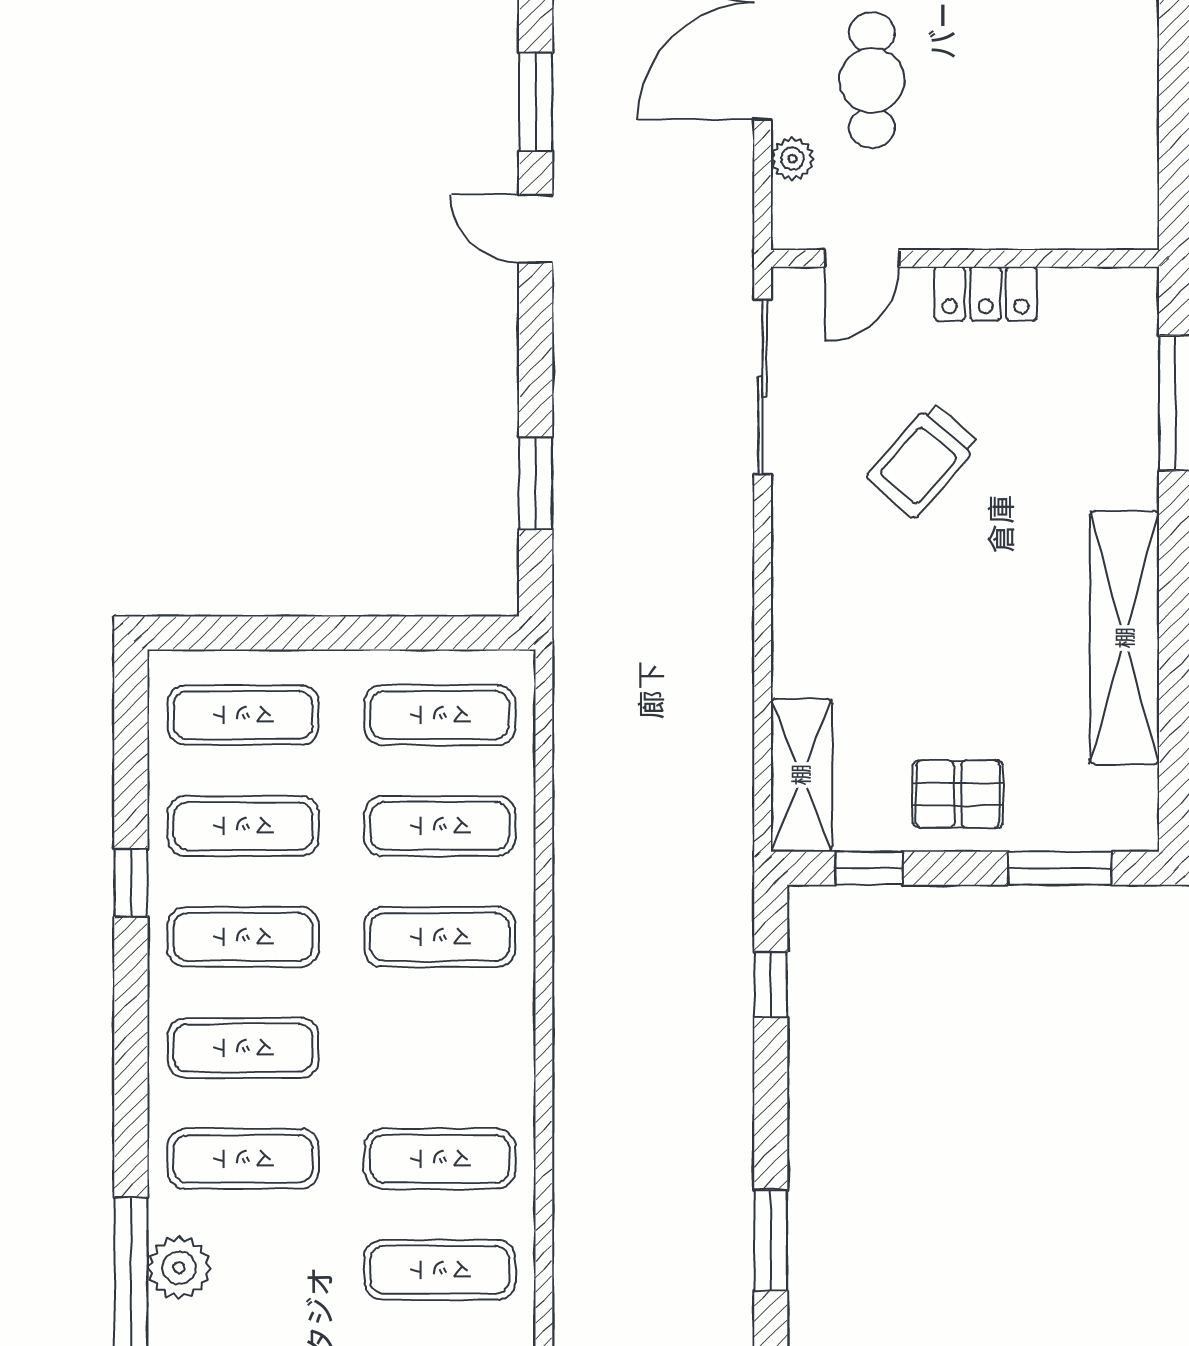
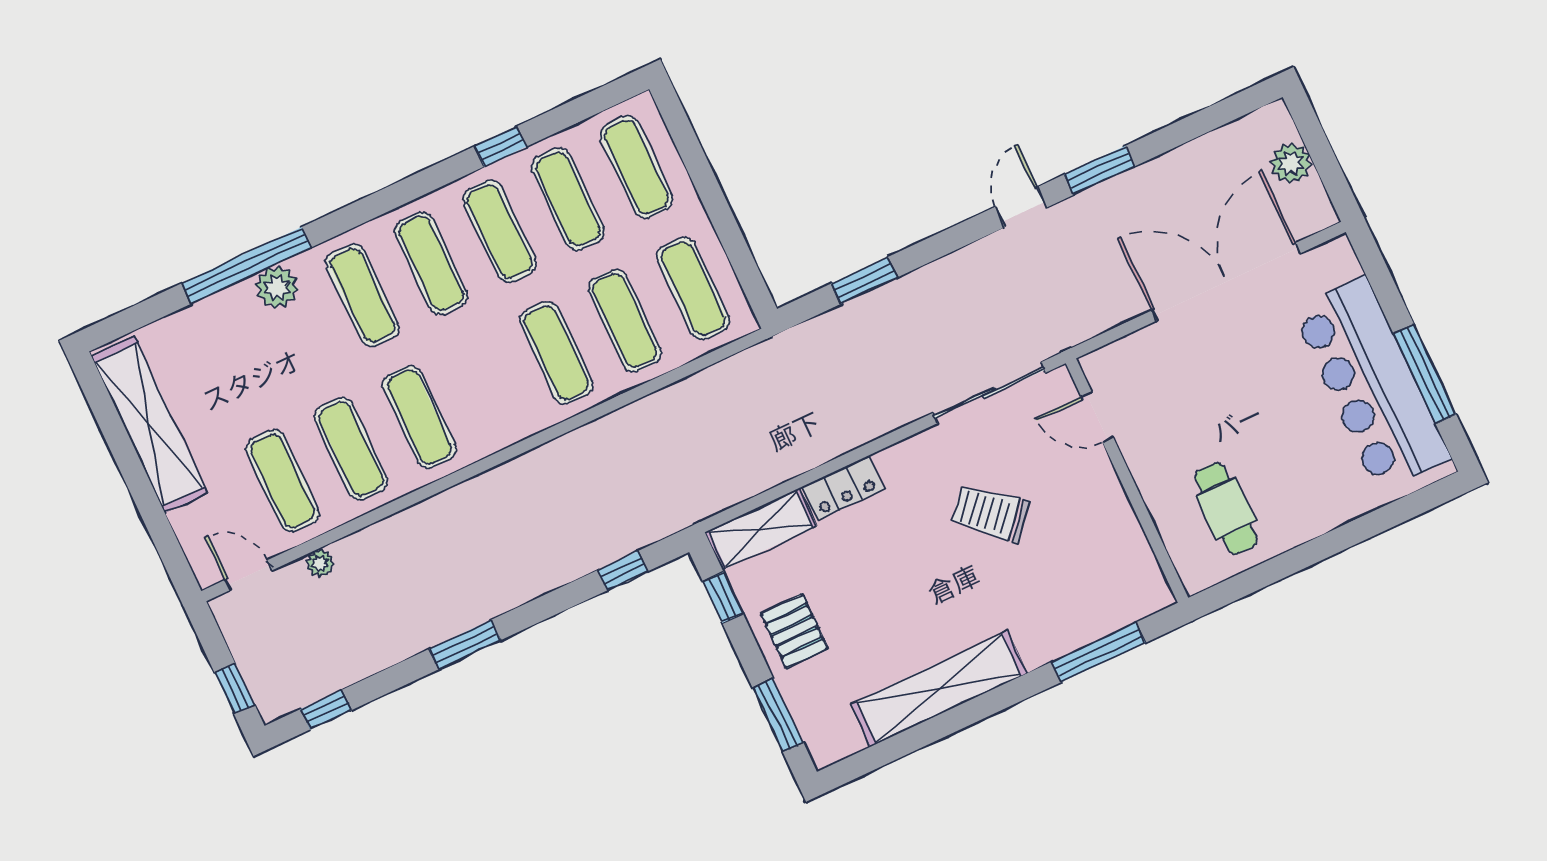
cafe table: (872, 80) -> (1226, 509), moved, turned 90
plant: (792, 159) -> (1138, 345), removed
locker: (985, 294) -> (843, 488), moved, turned -90

